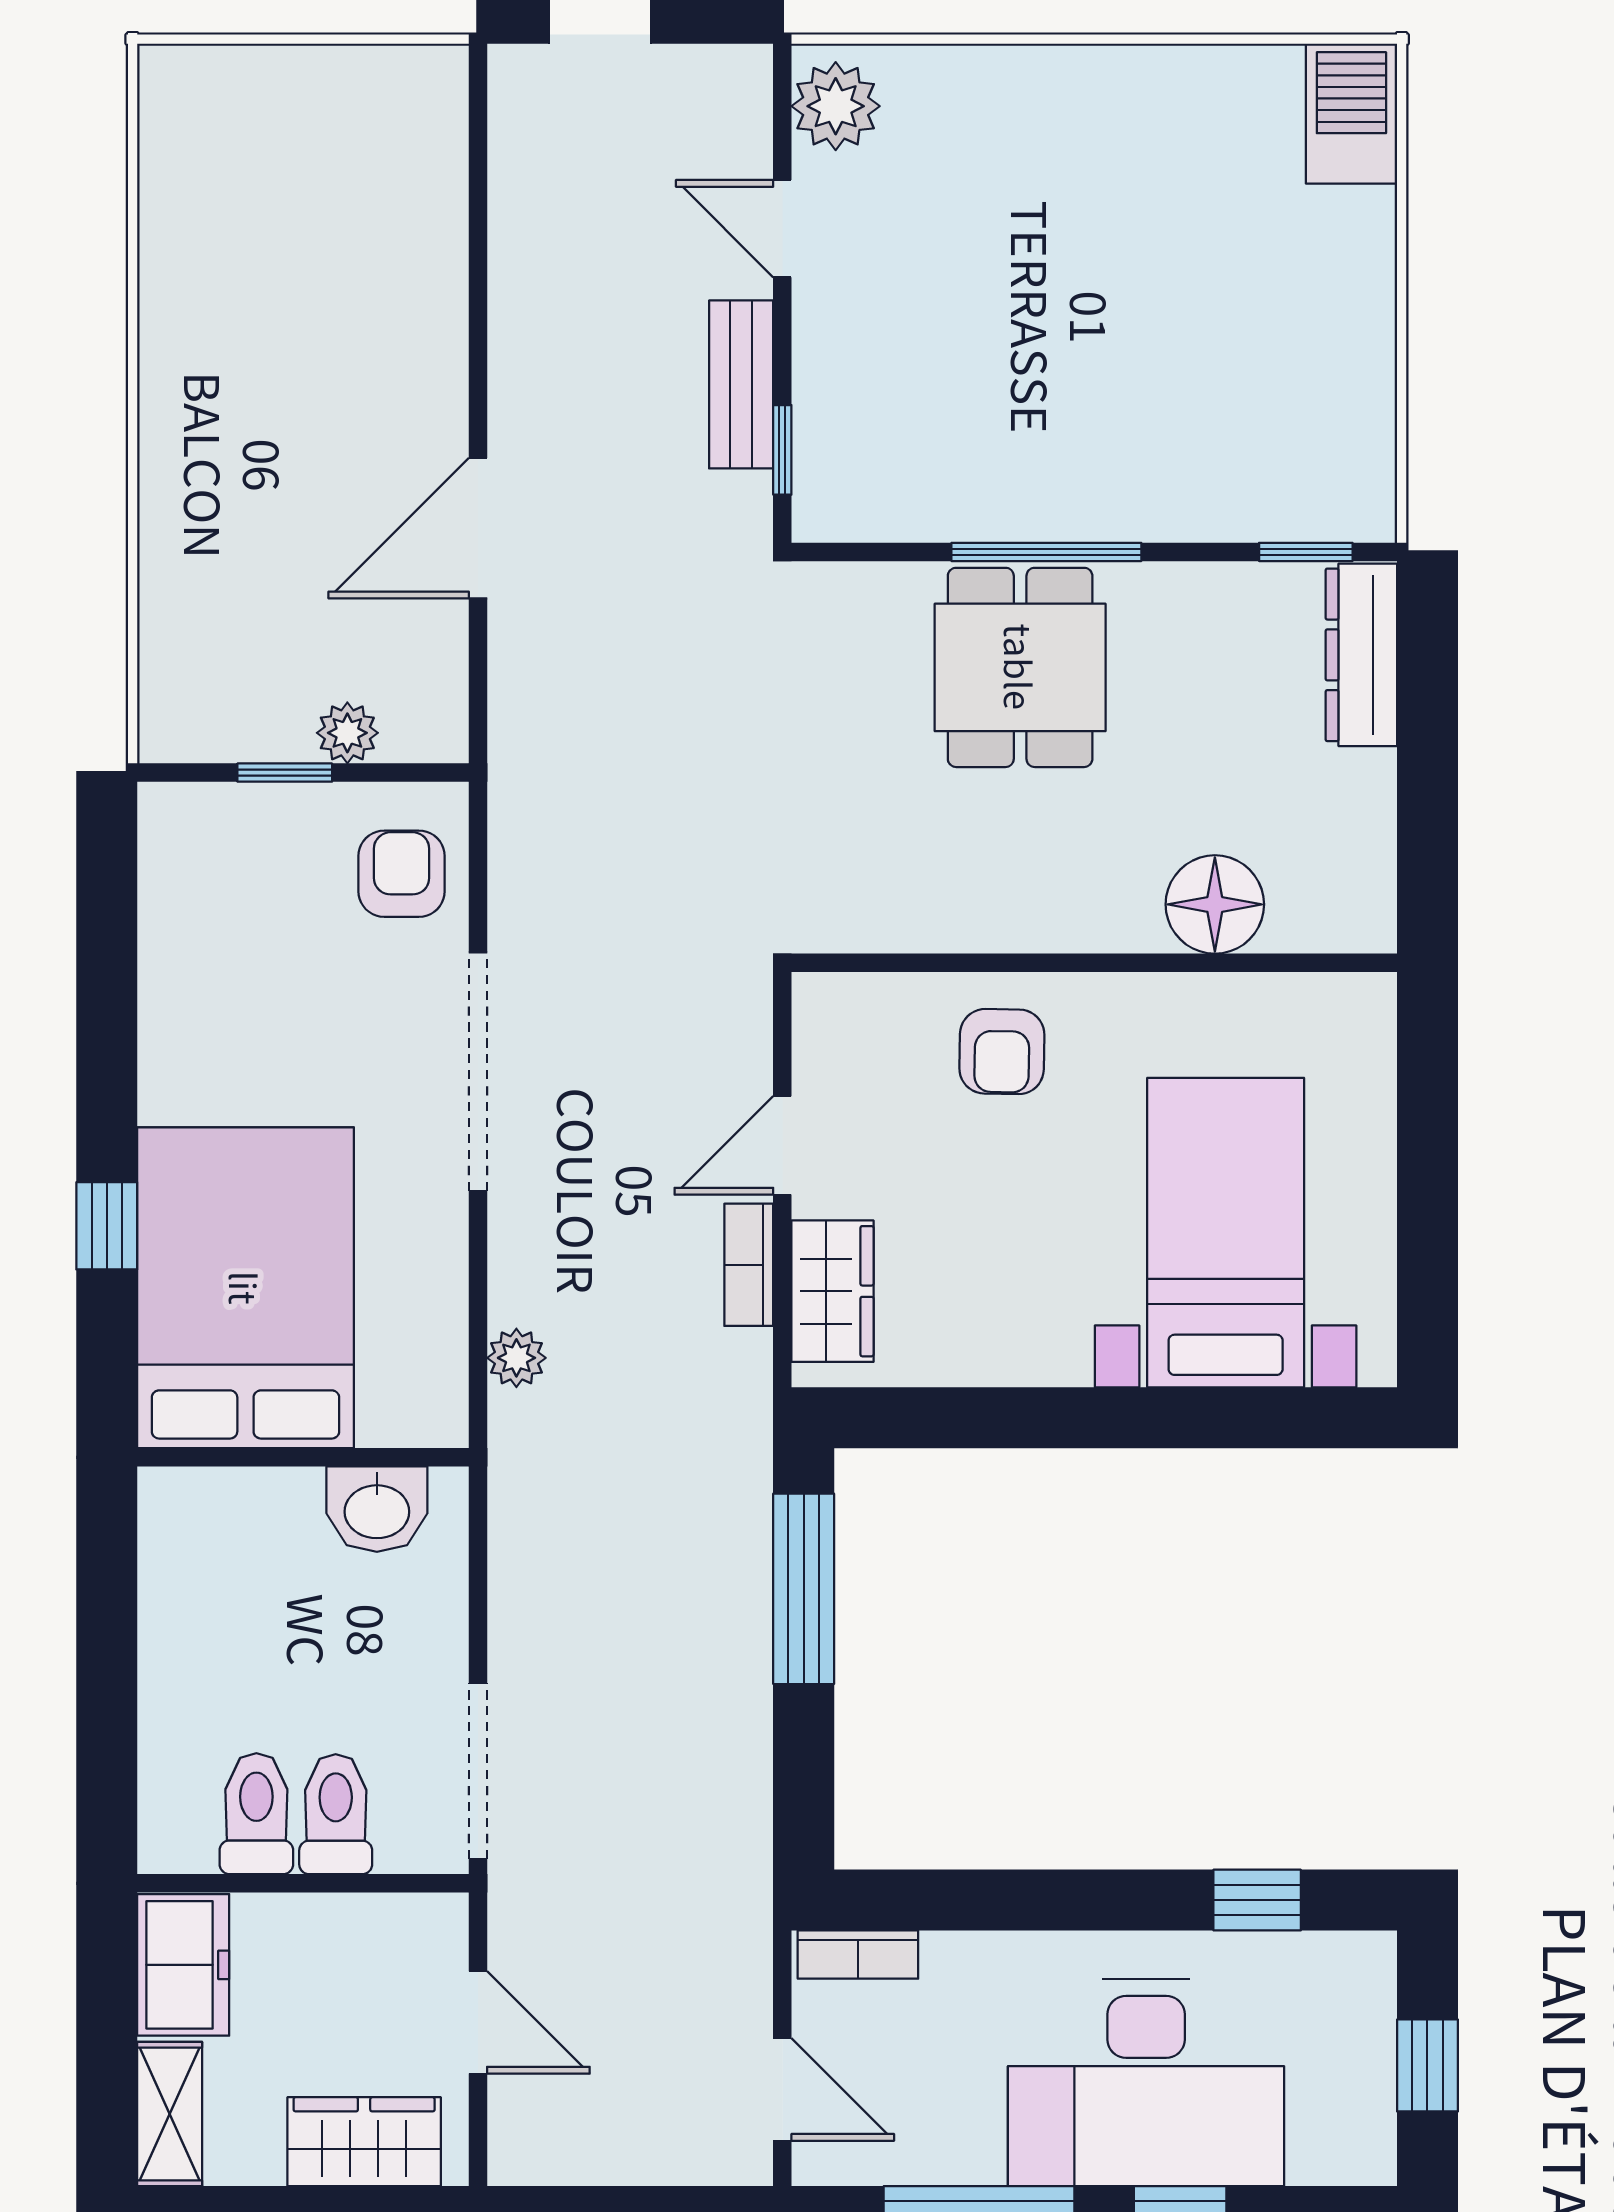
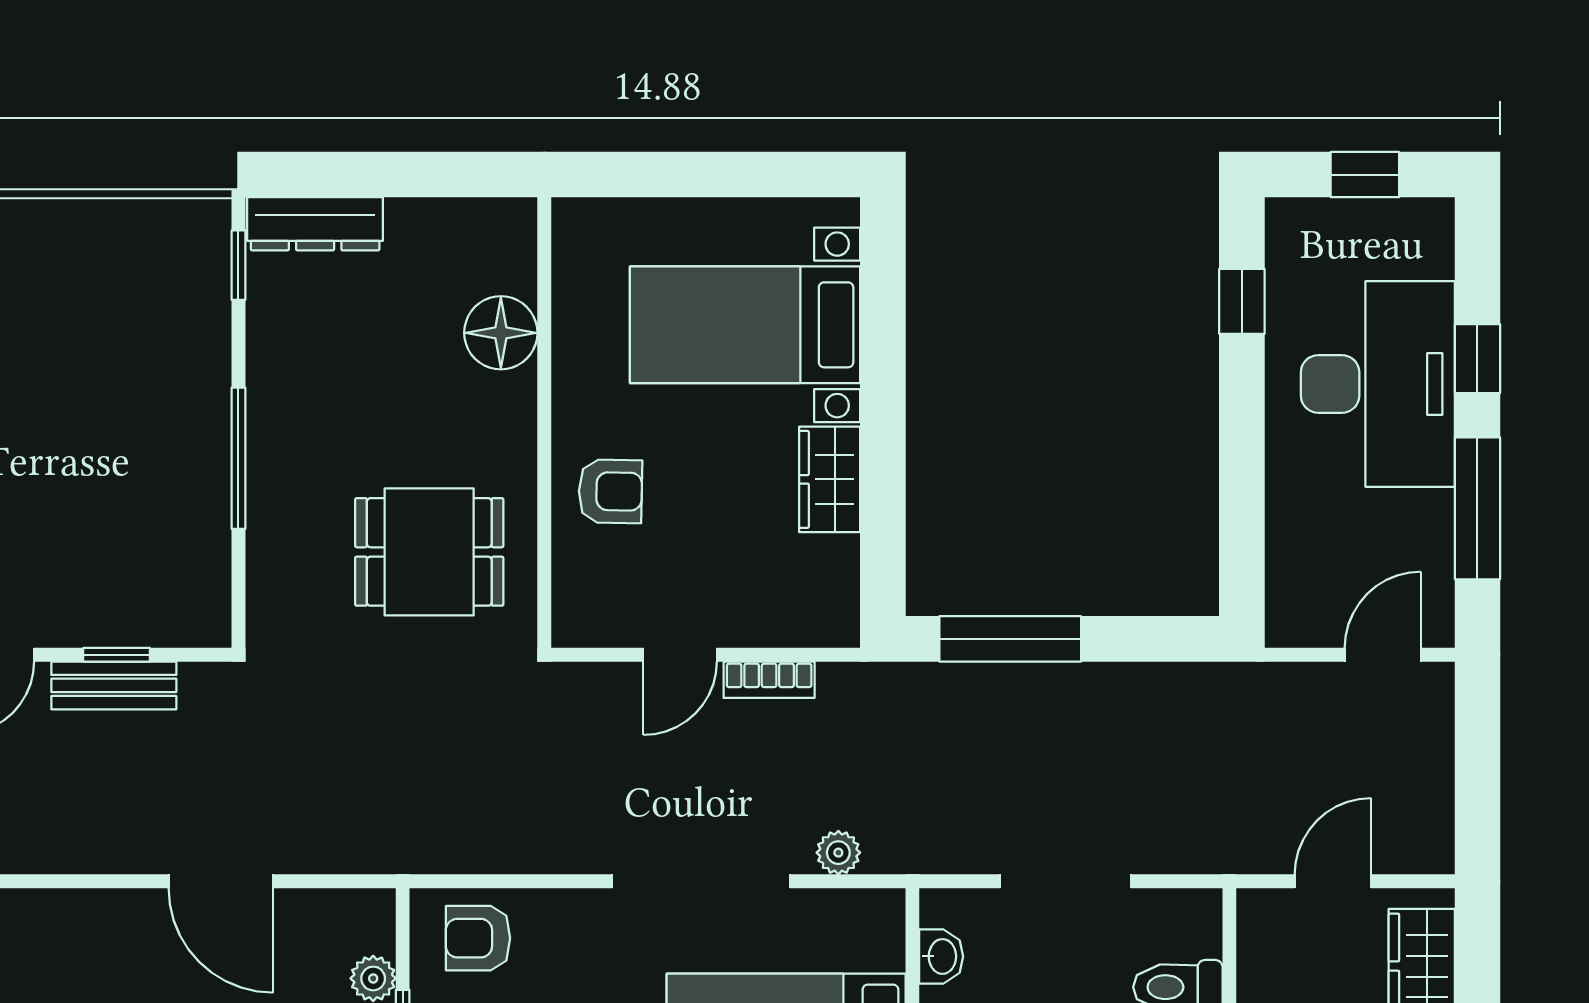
window: (782, 450) -> (117, 655), moved
dining table: (1020, 667) -> (429, 552), moved
doorway: (478, 1072) -> (701, 881), moved
door: (782, 1145) -> (680, 655), hinge flipped
wardrobe: (832, 1291) -> (830, 479), moved, turned -90
washbasin: (377, 1509) -> (941, 956), width x0.72, depth x0.69
doorway: (478, 1771) -> (1065, 881), moved
bookcase: (858, 1955) -> (1282, 598), removed

